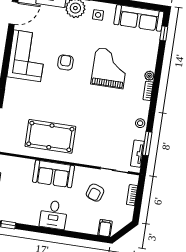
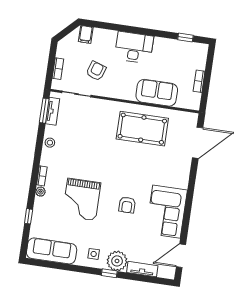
window: (164, 33) -> (29, 216), moved
window: (147, 144) -> (44, 111), moved
sofa: (53, 174) -> (157, 93), moved
desk: (54, 215) -> (134, 47), width x1.37

